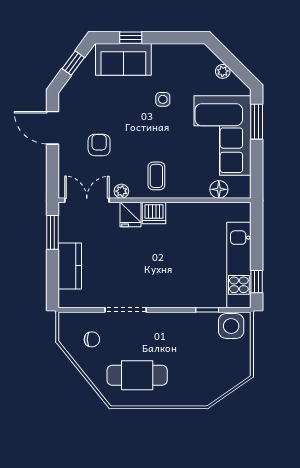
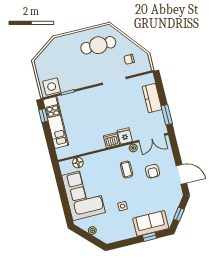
window: (257, 122) -> (66, 207), removed
coffee table: (156, 176) -> (127, 170), moved

